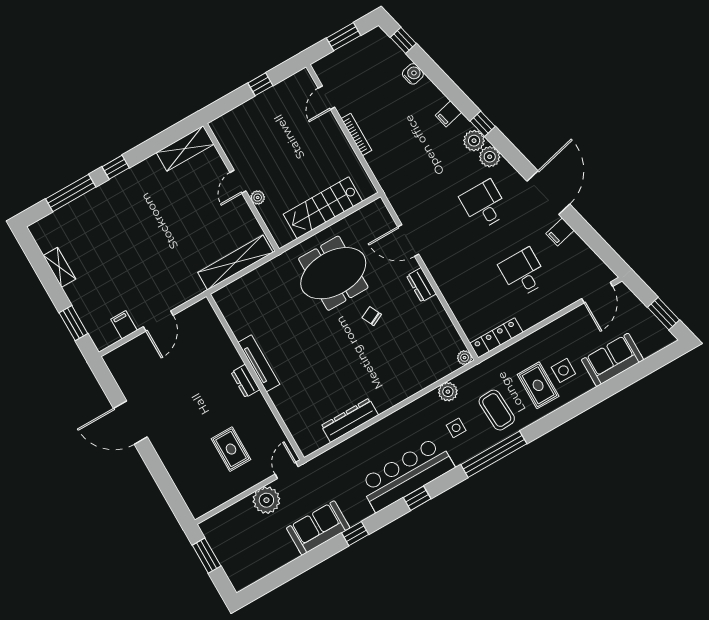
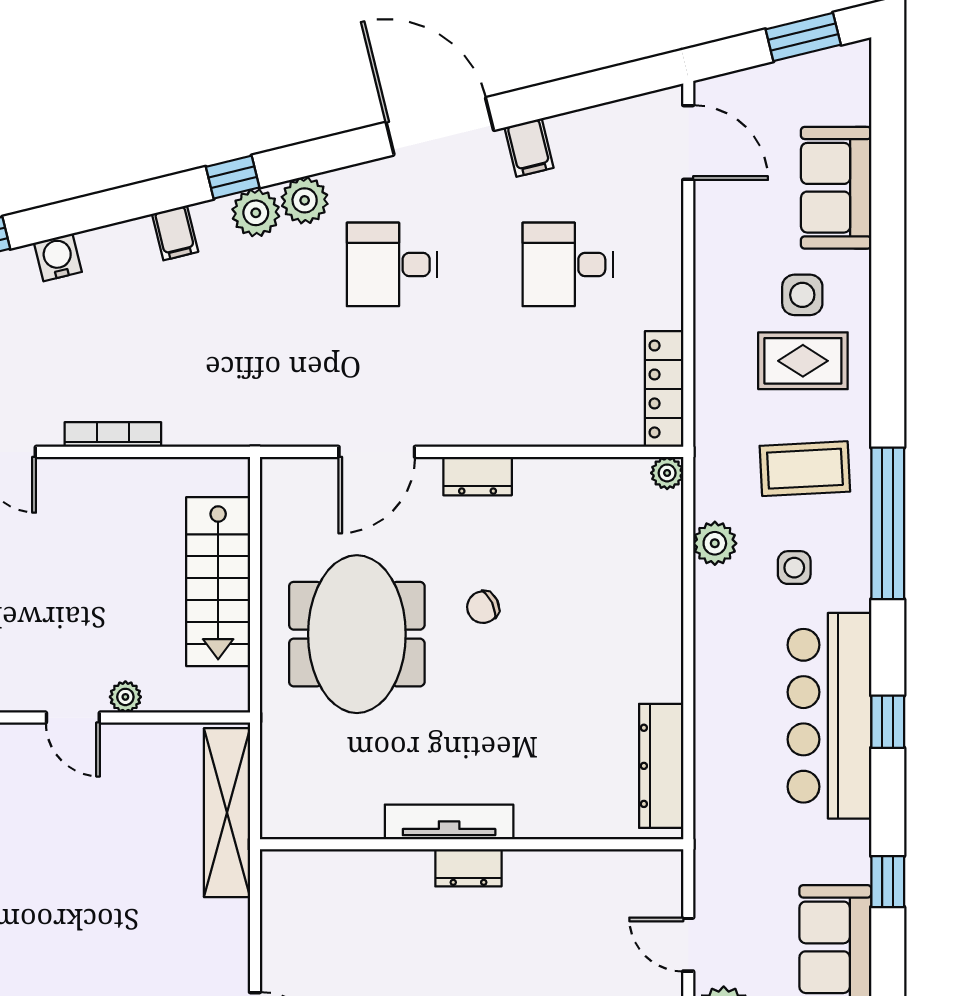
tv unit: (259, 363) -> (449, 822), moved
wall: (255, 377) -> (472, 844), moved
dresser: (245, 381) -> (468, 868), moved

